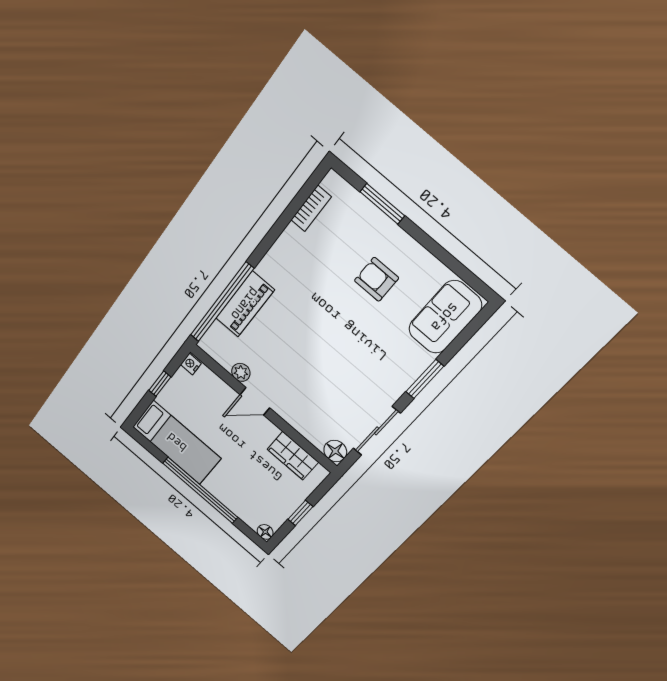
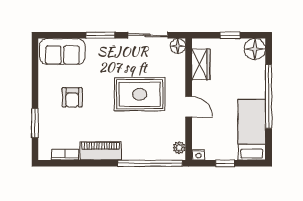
piano: (245, 304) -> (101, 151), moved
rug: (314, 361) -> (140, 94), added
plant: (241, 372) -> (179, 148), moved
floor lamp: (265, 532) -> (255, 49), width x1.89, depth x1.89

